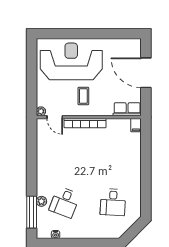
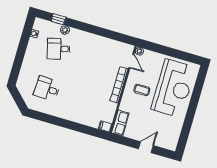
door: (146, 73) -> (146, 147), width x0.53
door: (55, 117) -> (131, 61), swing flipped
desk: (65, 202) -> (59, 49), turned -36
window: (32, 212) -> (58, 19), width x0.46

